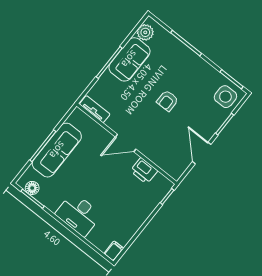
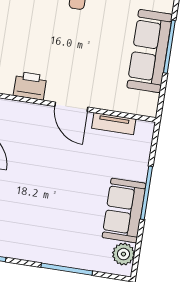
armchair: (167, 101) -> (50, 187), removed
tv unit: (95, 109) -> (114, 124), moved
door: (126, 143) -> (71, 107), swing flipped

